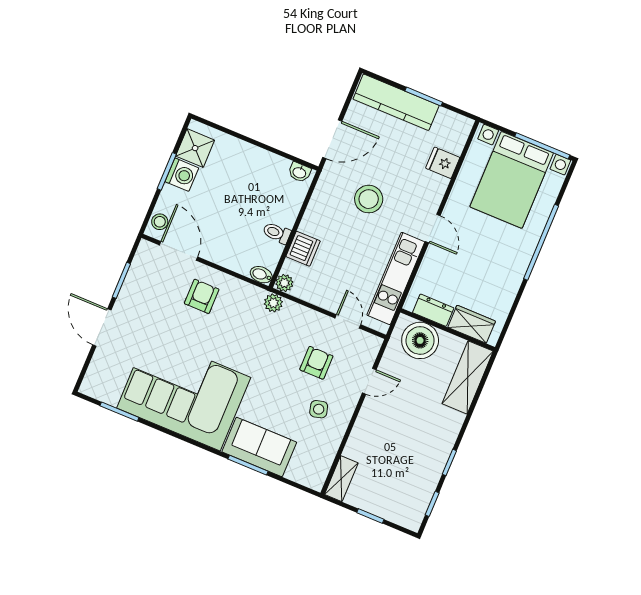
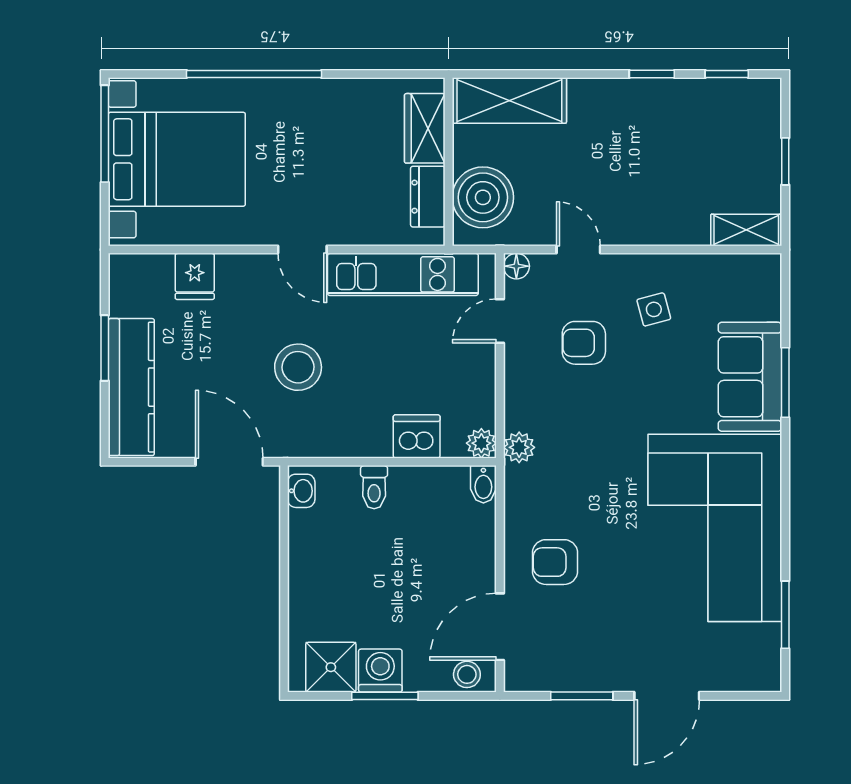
door: (433, 229) -> (302, 250), swing flipped
toilet: (277, 233) -> (374, 487), moved
floor lamp: (374, 343) -> (516, 266), added

